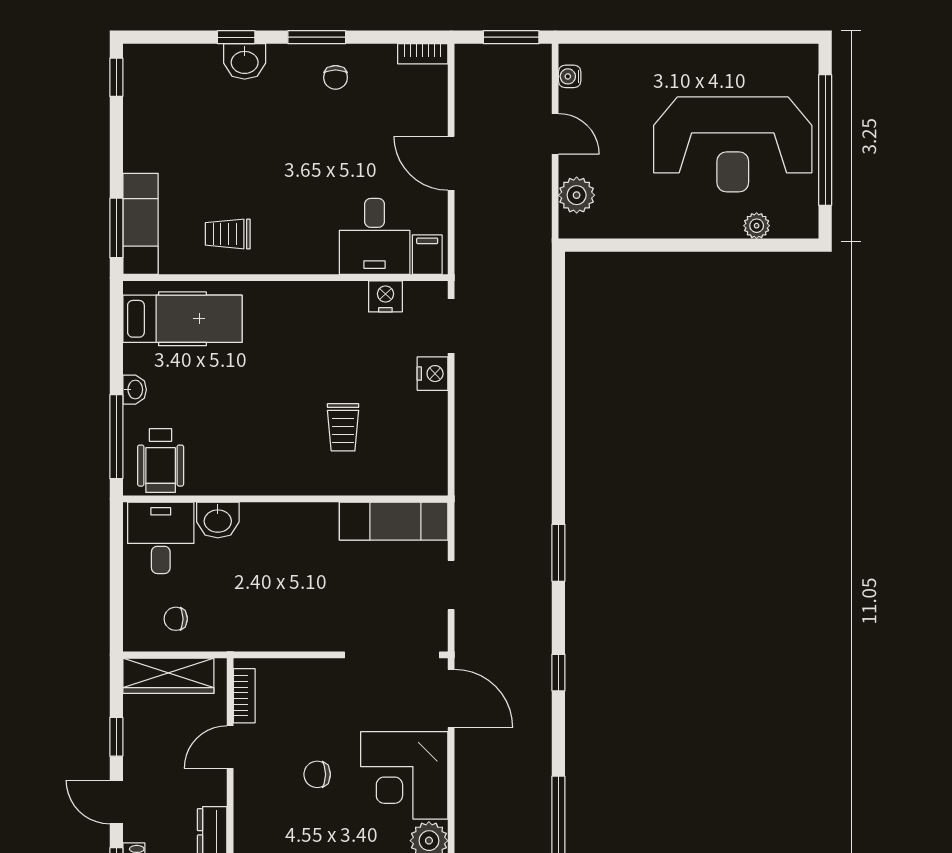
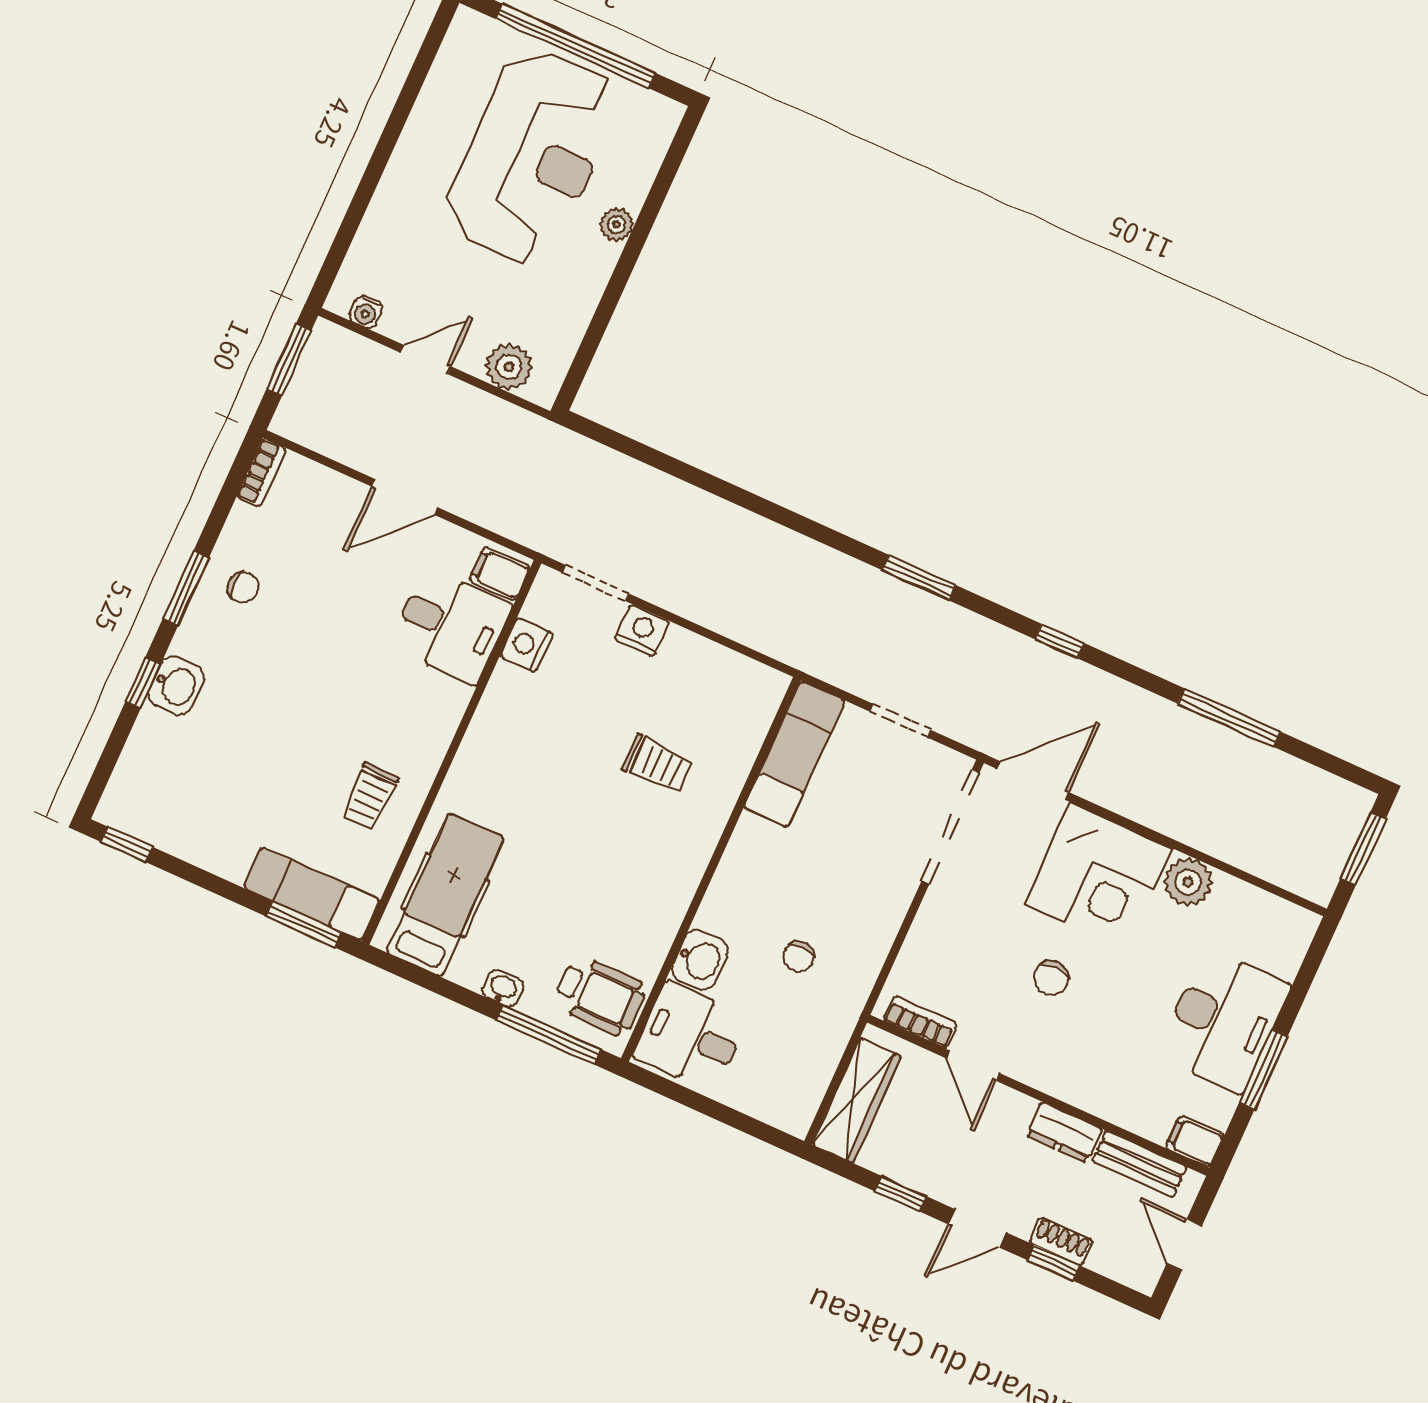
plant: (757, 226) -> (616, 224), moved
chair: (176, 619) -> (799, 957), moved

